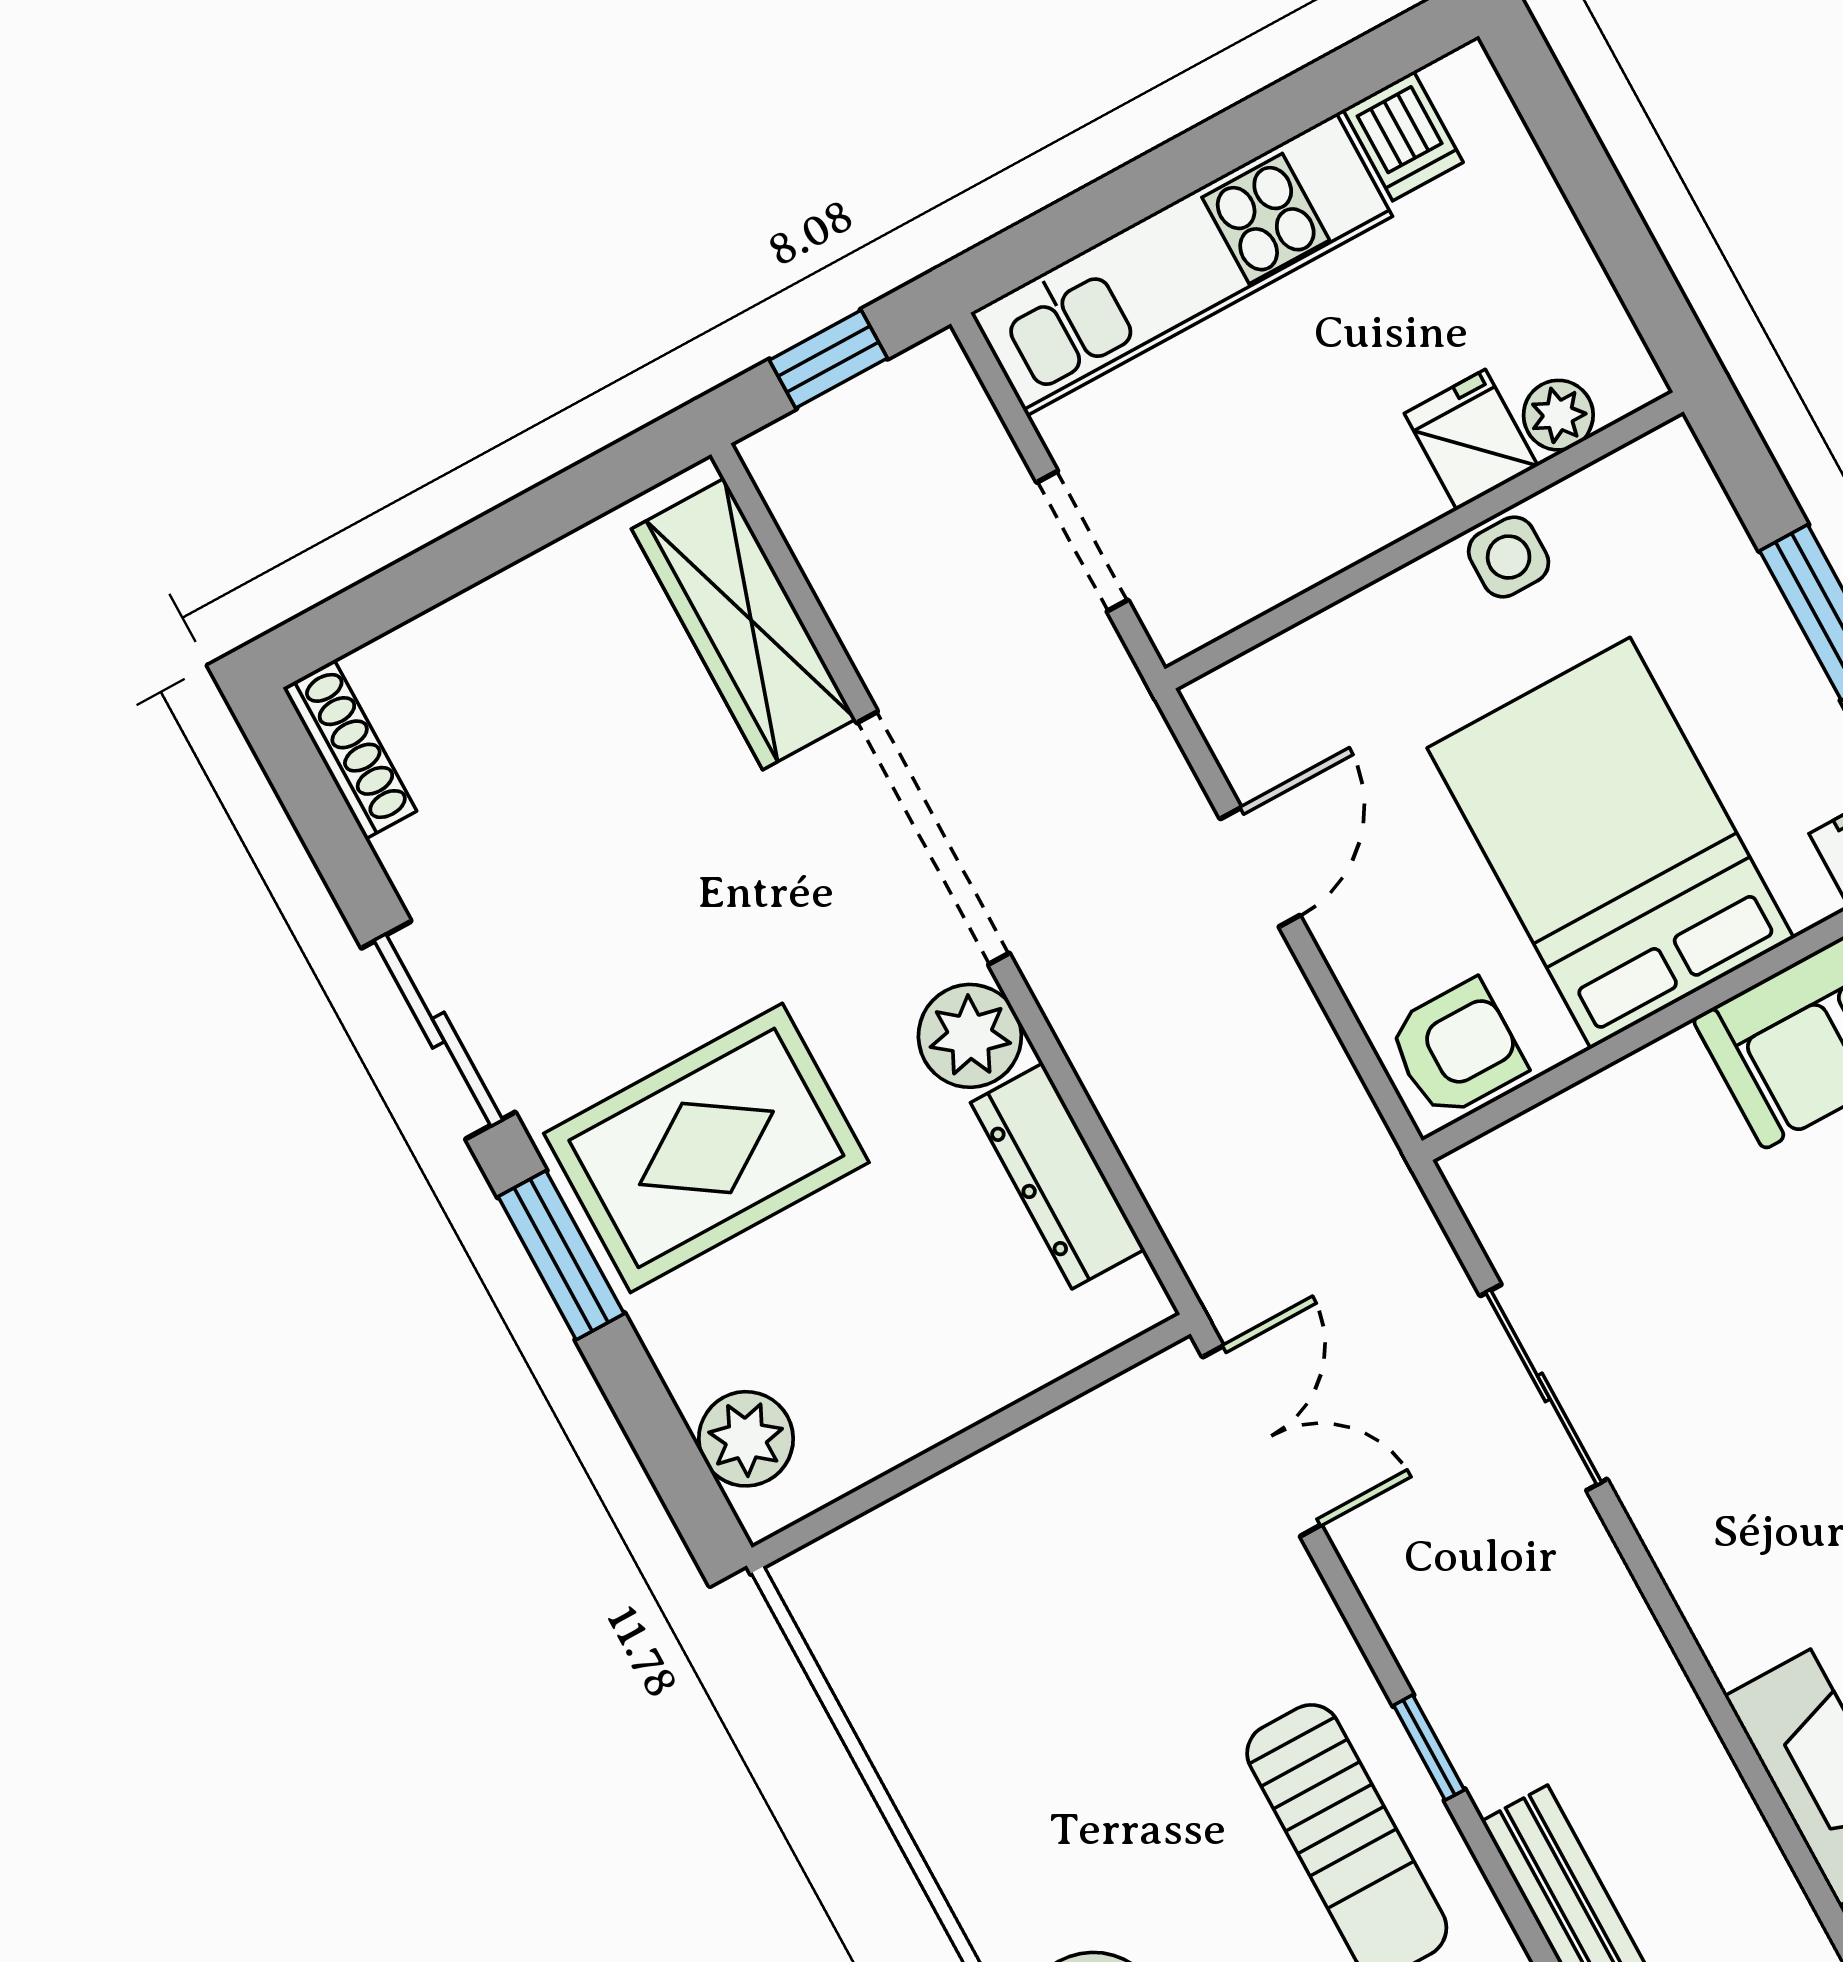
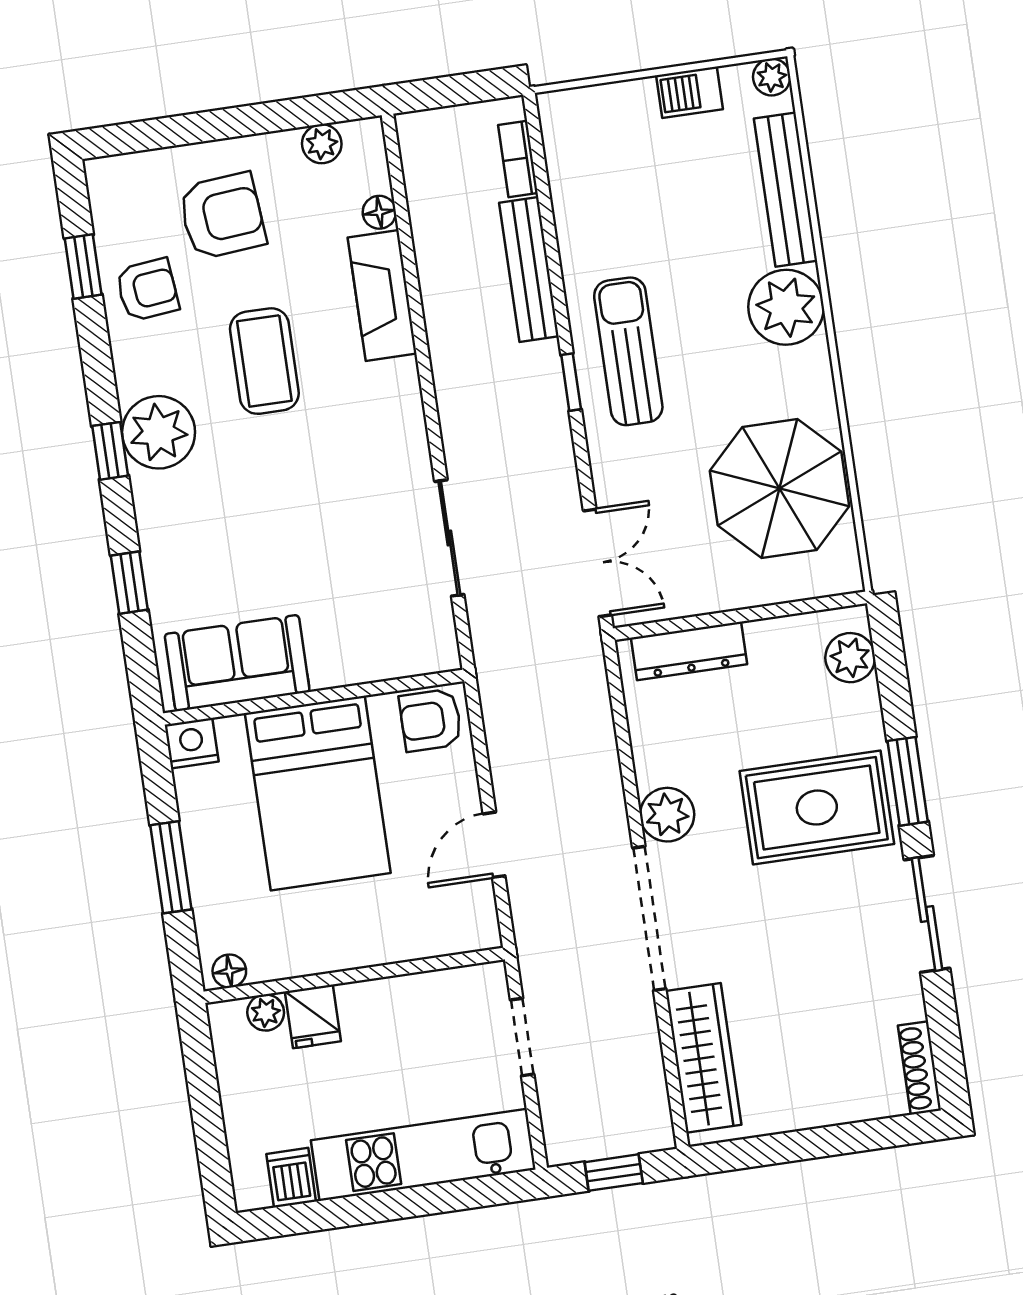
floor lamp: (1651, 465) -> (229, 971), added
side table: (1509, 557) -> (316, 952), removed
dresser: (1058, 1176) -> (689, 651), moved, turned 90
double door: (1262, 1441) -> (597, 563), swing flipped
parasol: (985, 1695) -> (779, 488), added

